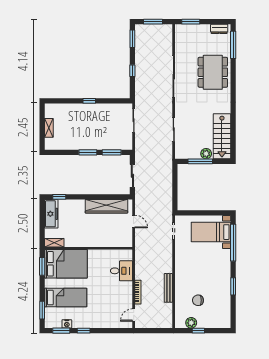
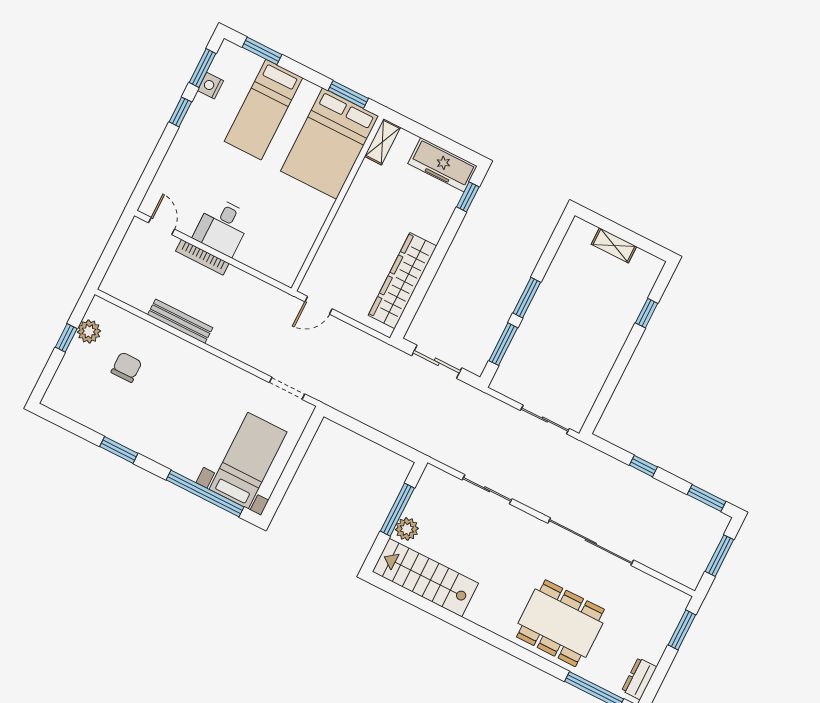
window: (89, 101) -> (647, 313), moved
door: (134, 221) -> (318, 305), moved
desk: (121, 271) -> (222, 227), moved

